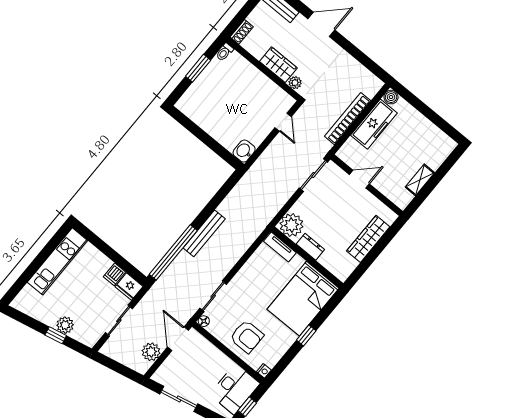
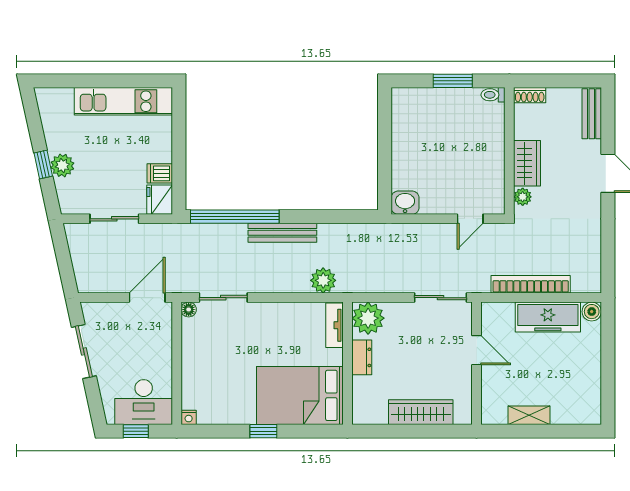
armchair: (247, 337) -> (210, 369), removed
plant: (151, 352) -> (323, 280), moved

